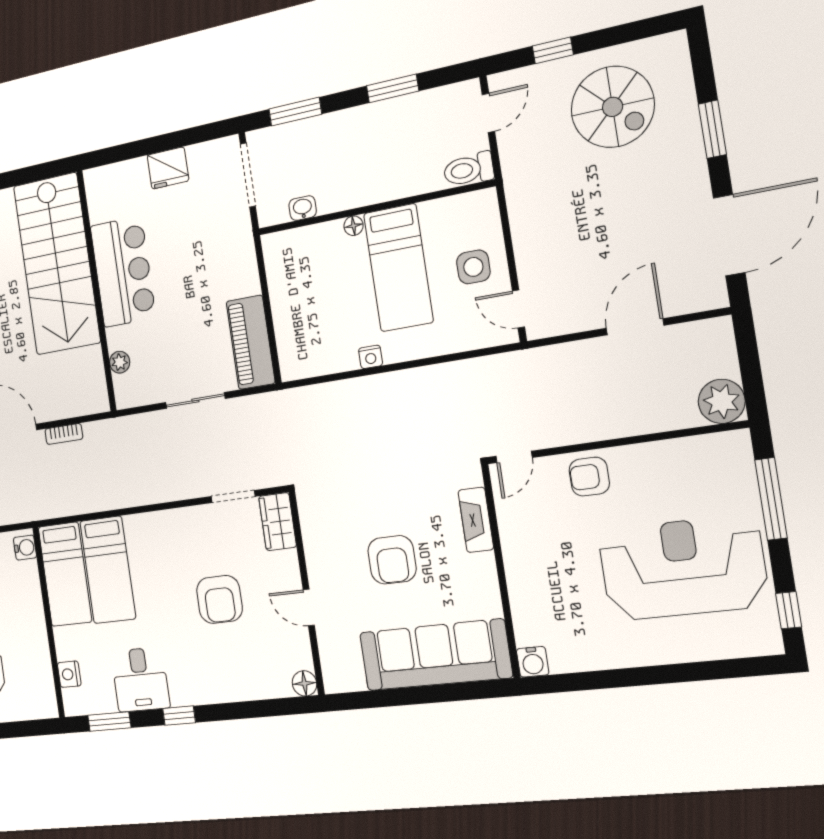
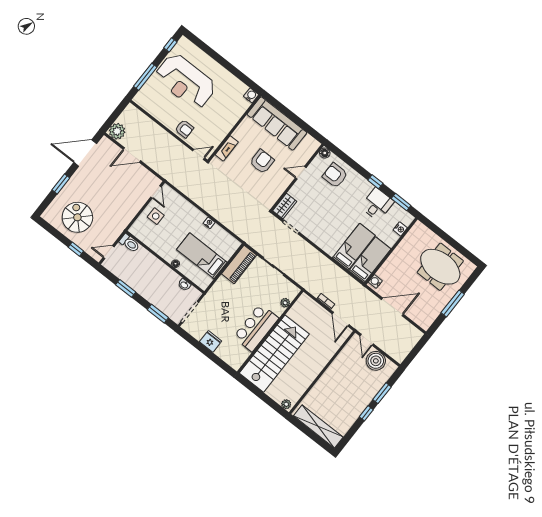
bed: (398, 268) -> (202, 256), moved, turned -90
plant: (722, 401) -> (117, 131), moved
armchair: (219, 599) -> (335, 175), moved, turned -90
door: (309, 607) -> (301, 173), swing flipped

